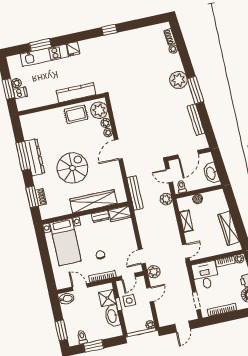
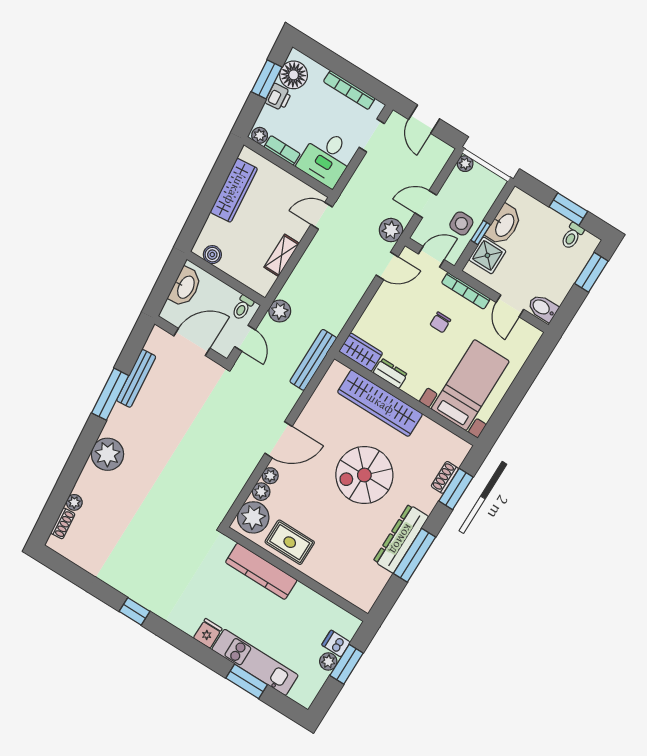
window: (195, 90) -> (110, 394), moved
boiler: (198, 199) -> (212, 255), moved
door: (183, 327) -> (424, 119), swing flipped

